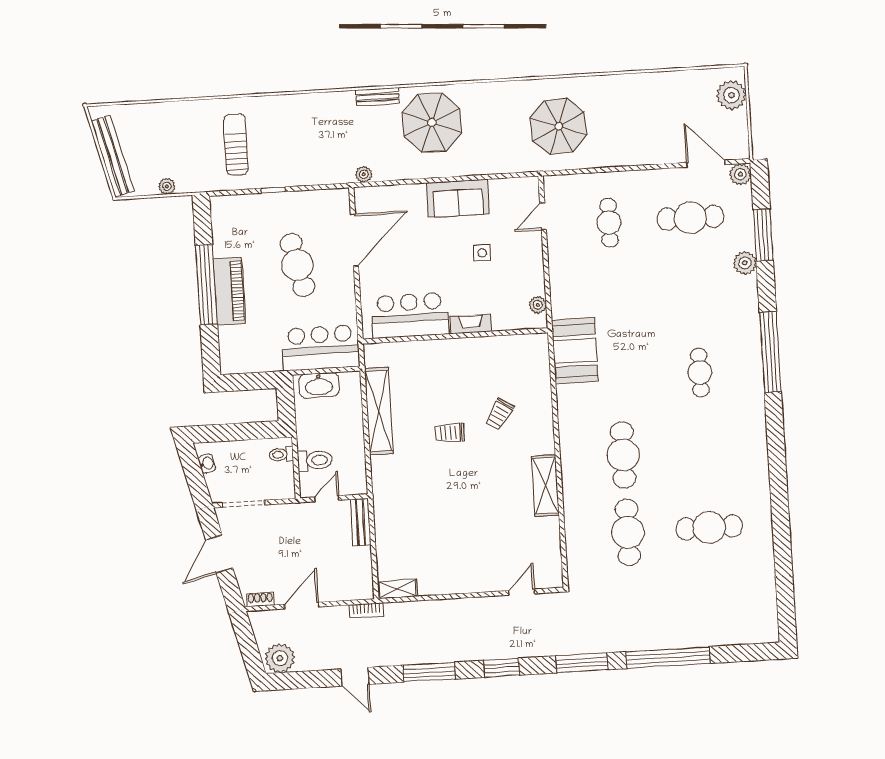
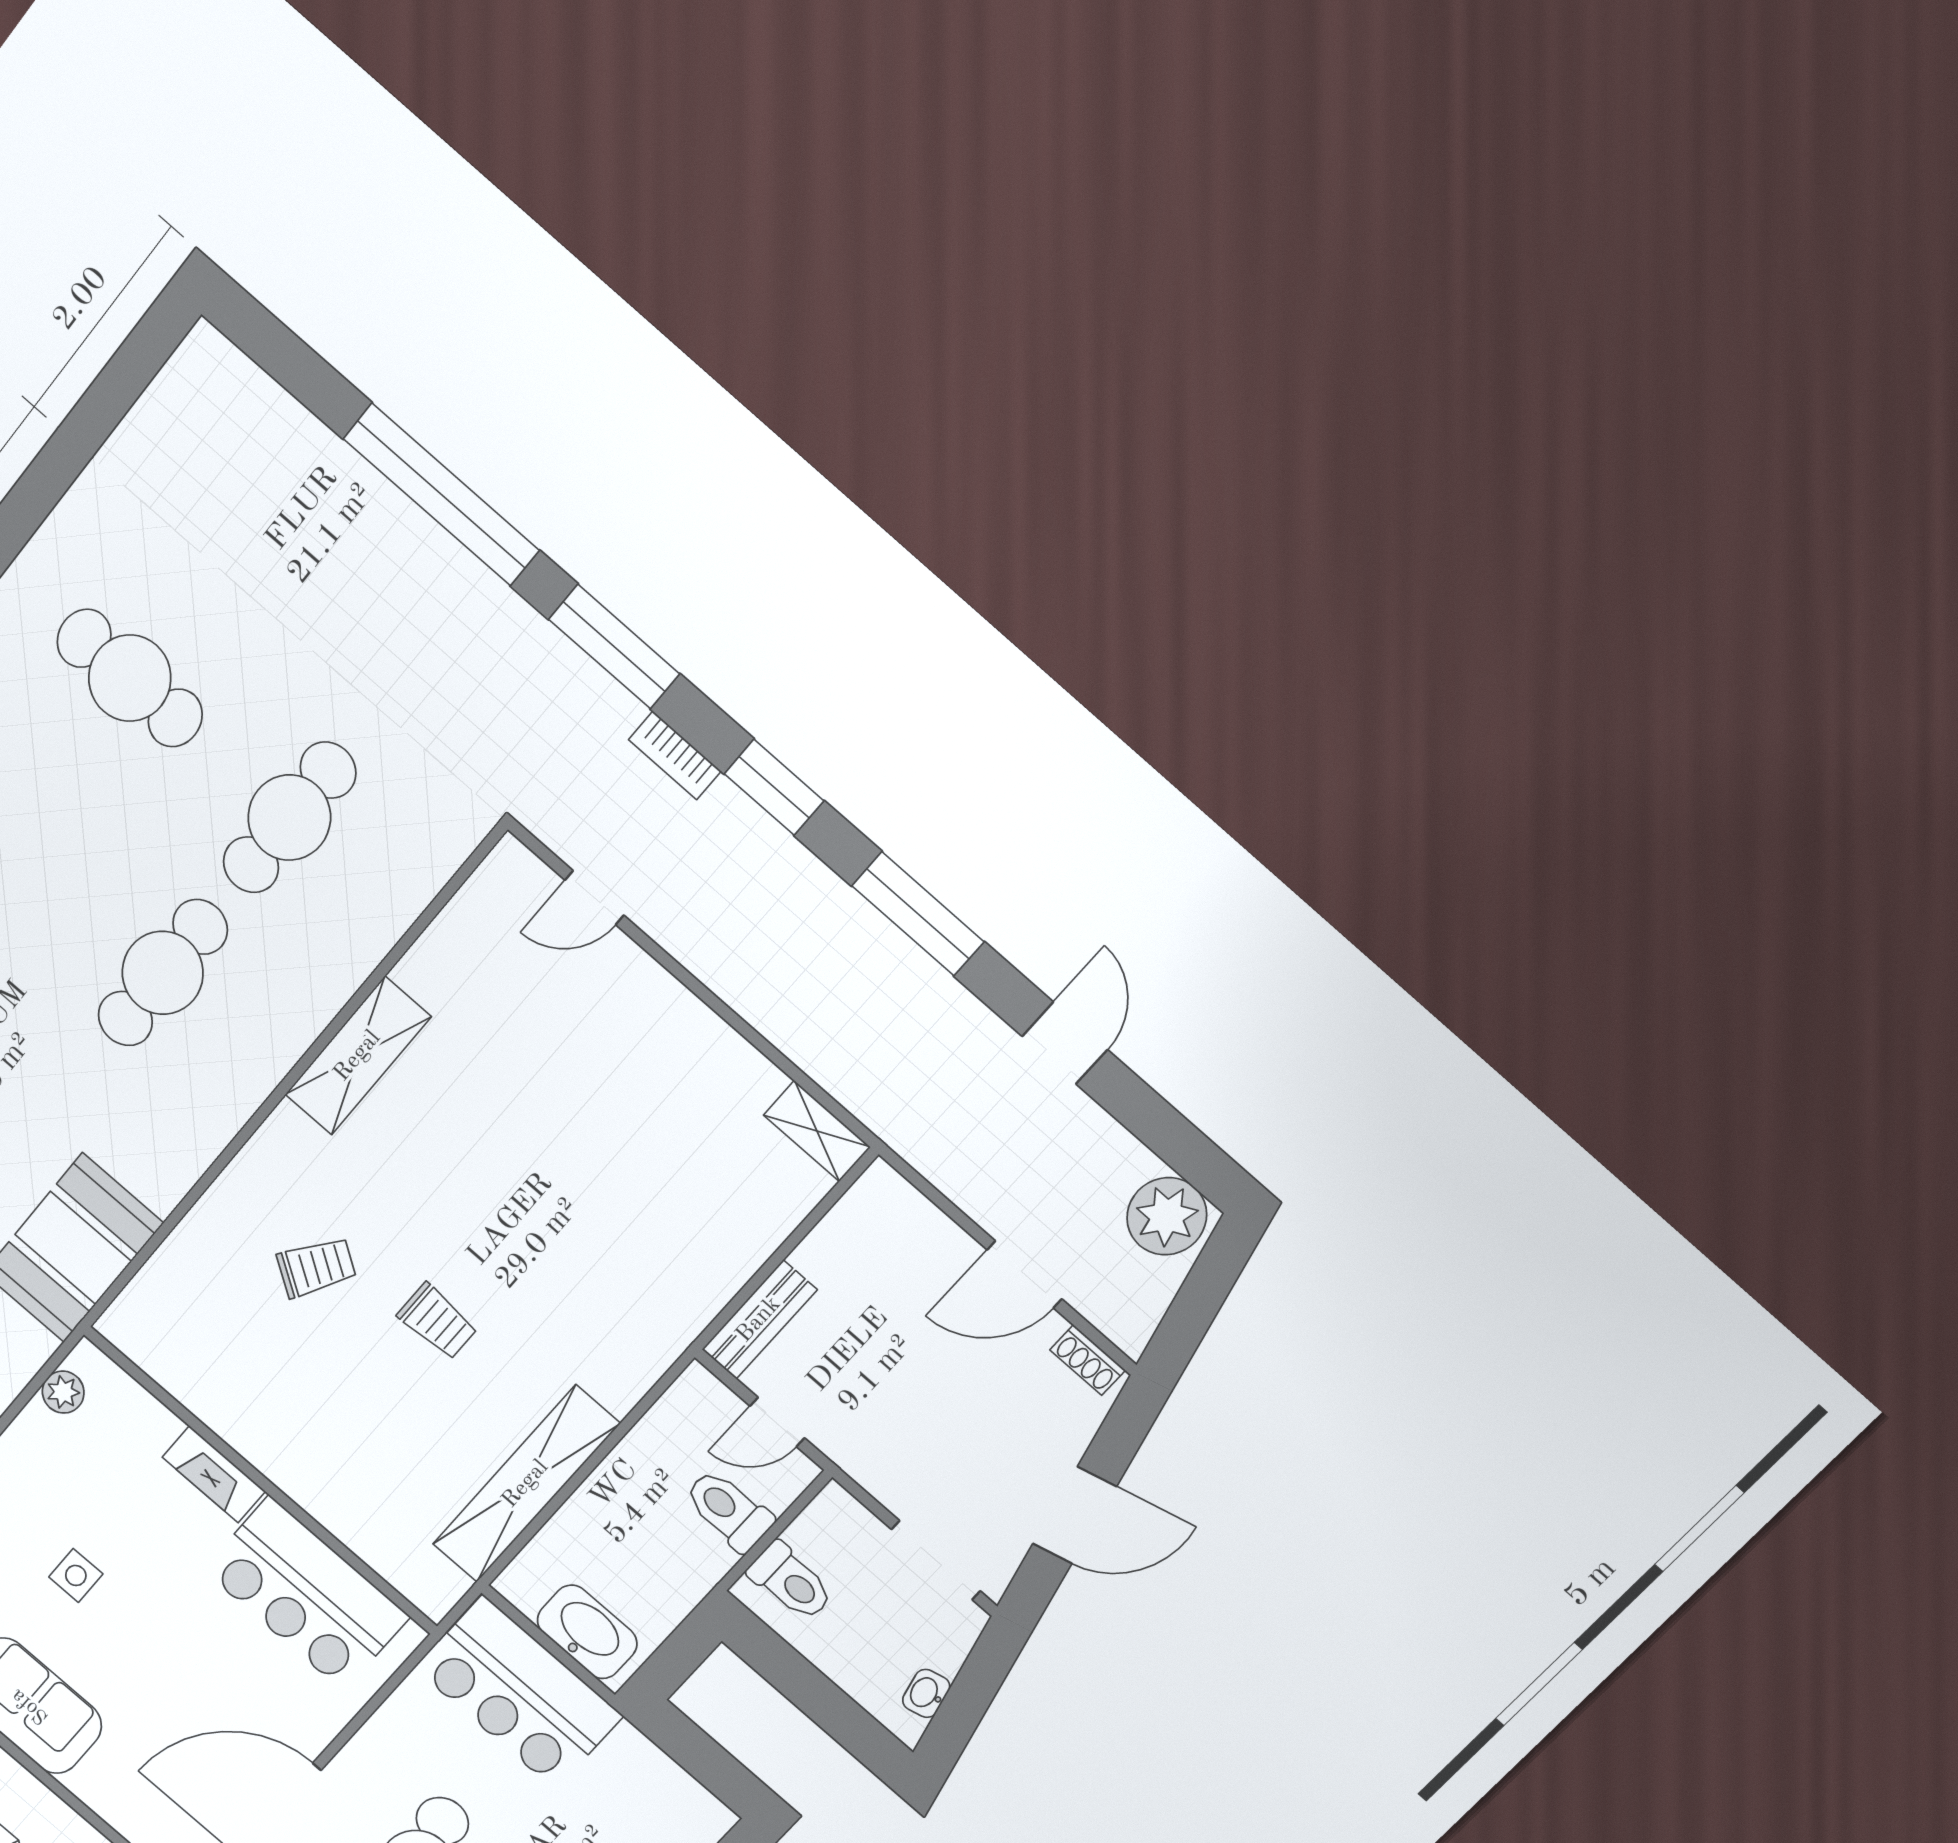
toilet: (281, 454) -> (791, 1582), width x1.37, depth x1.39
bookcase: (366, 611) -> (675, 755), moved, turned 180

